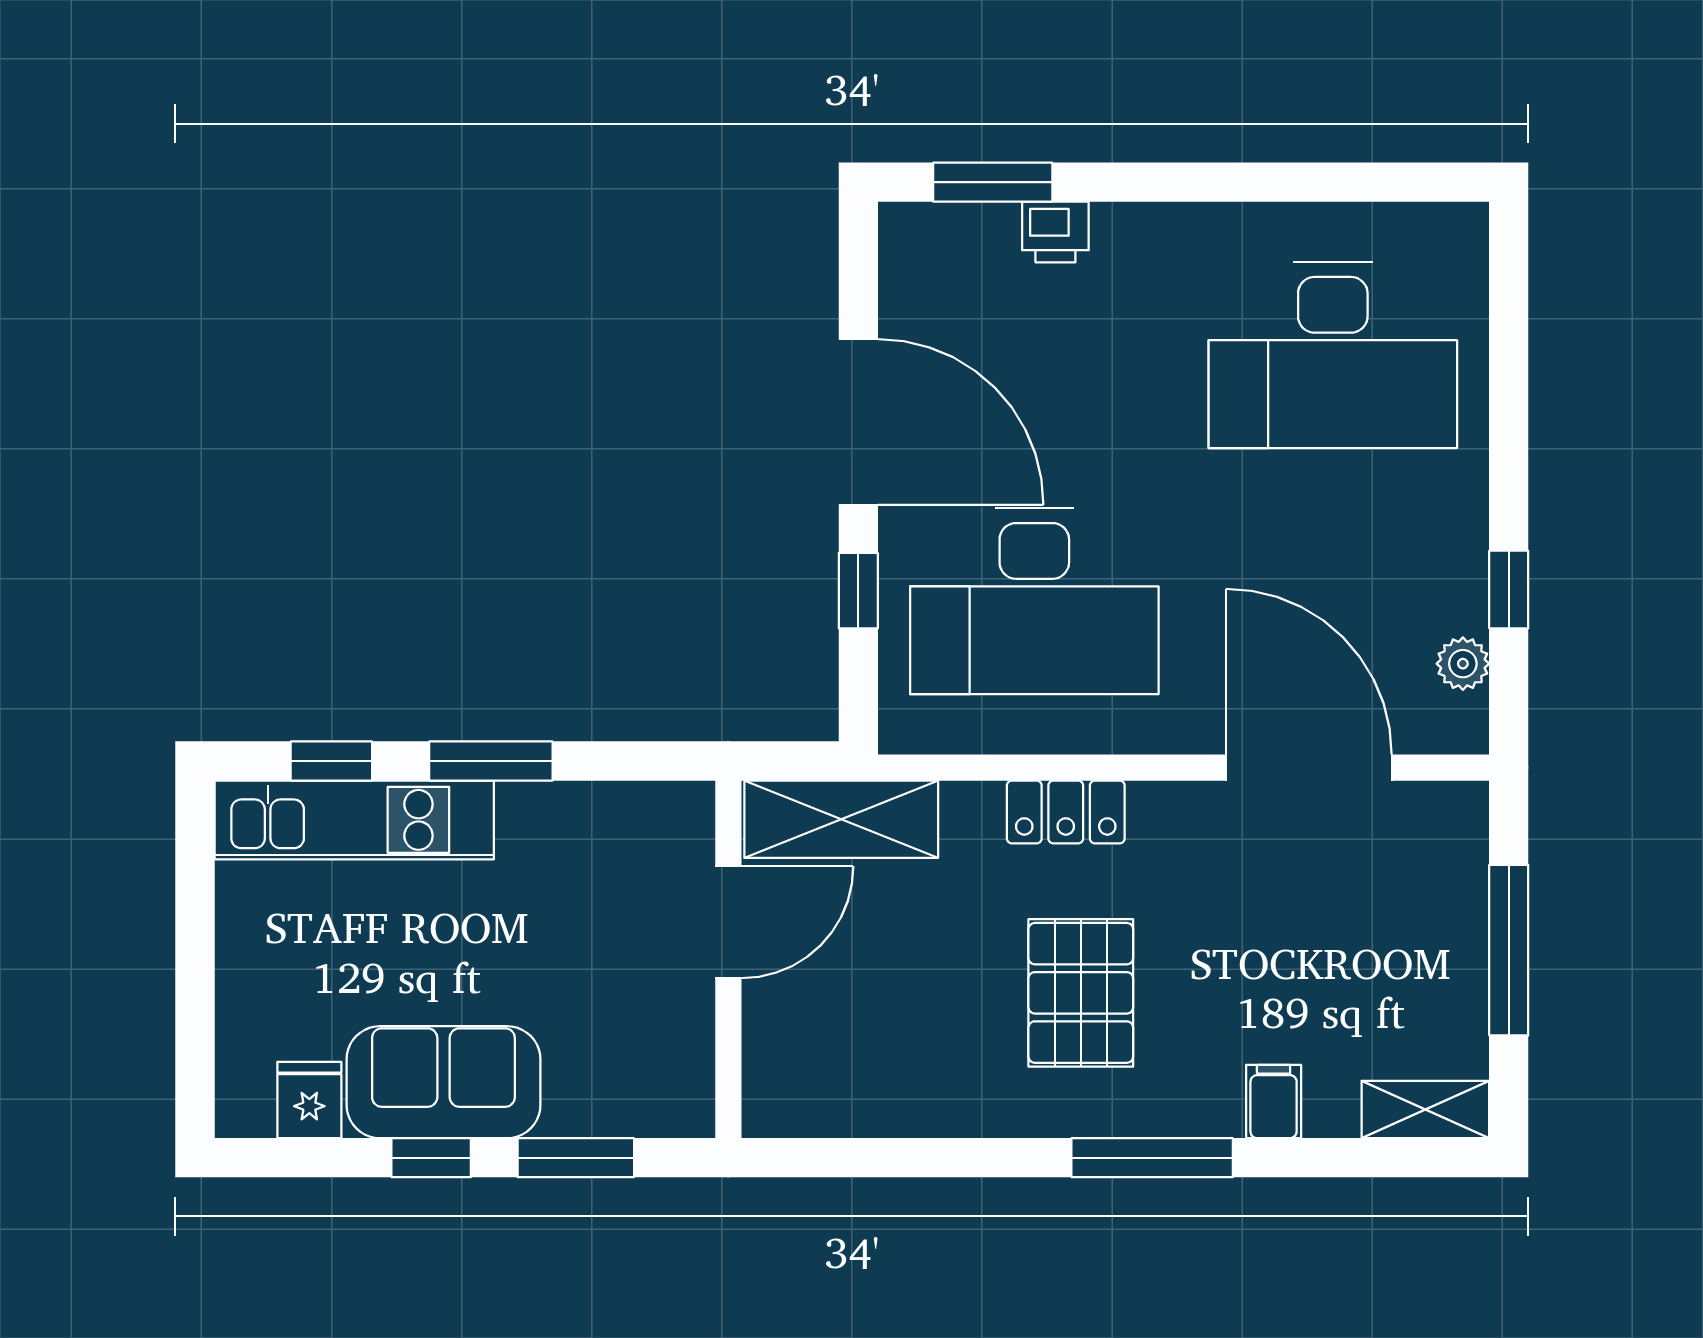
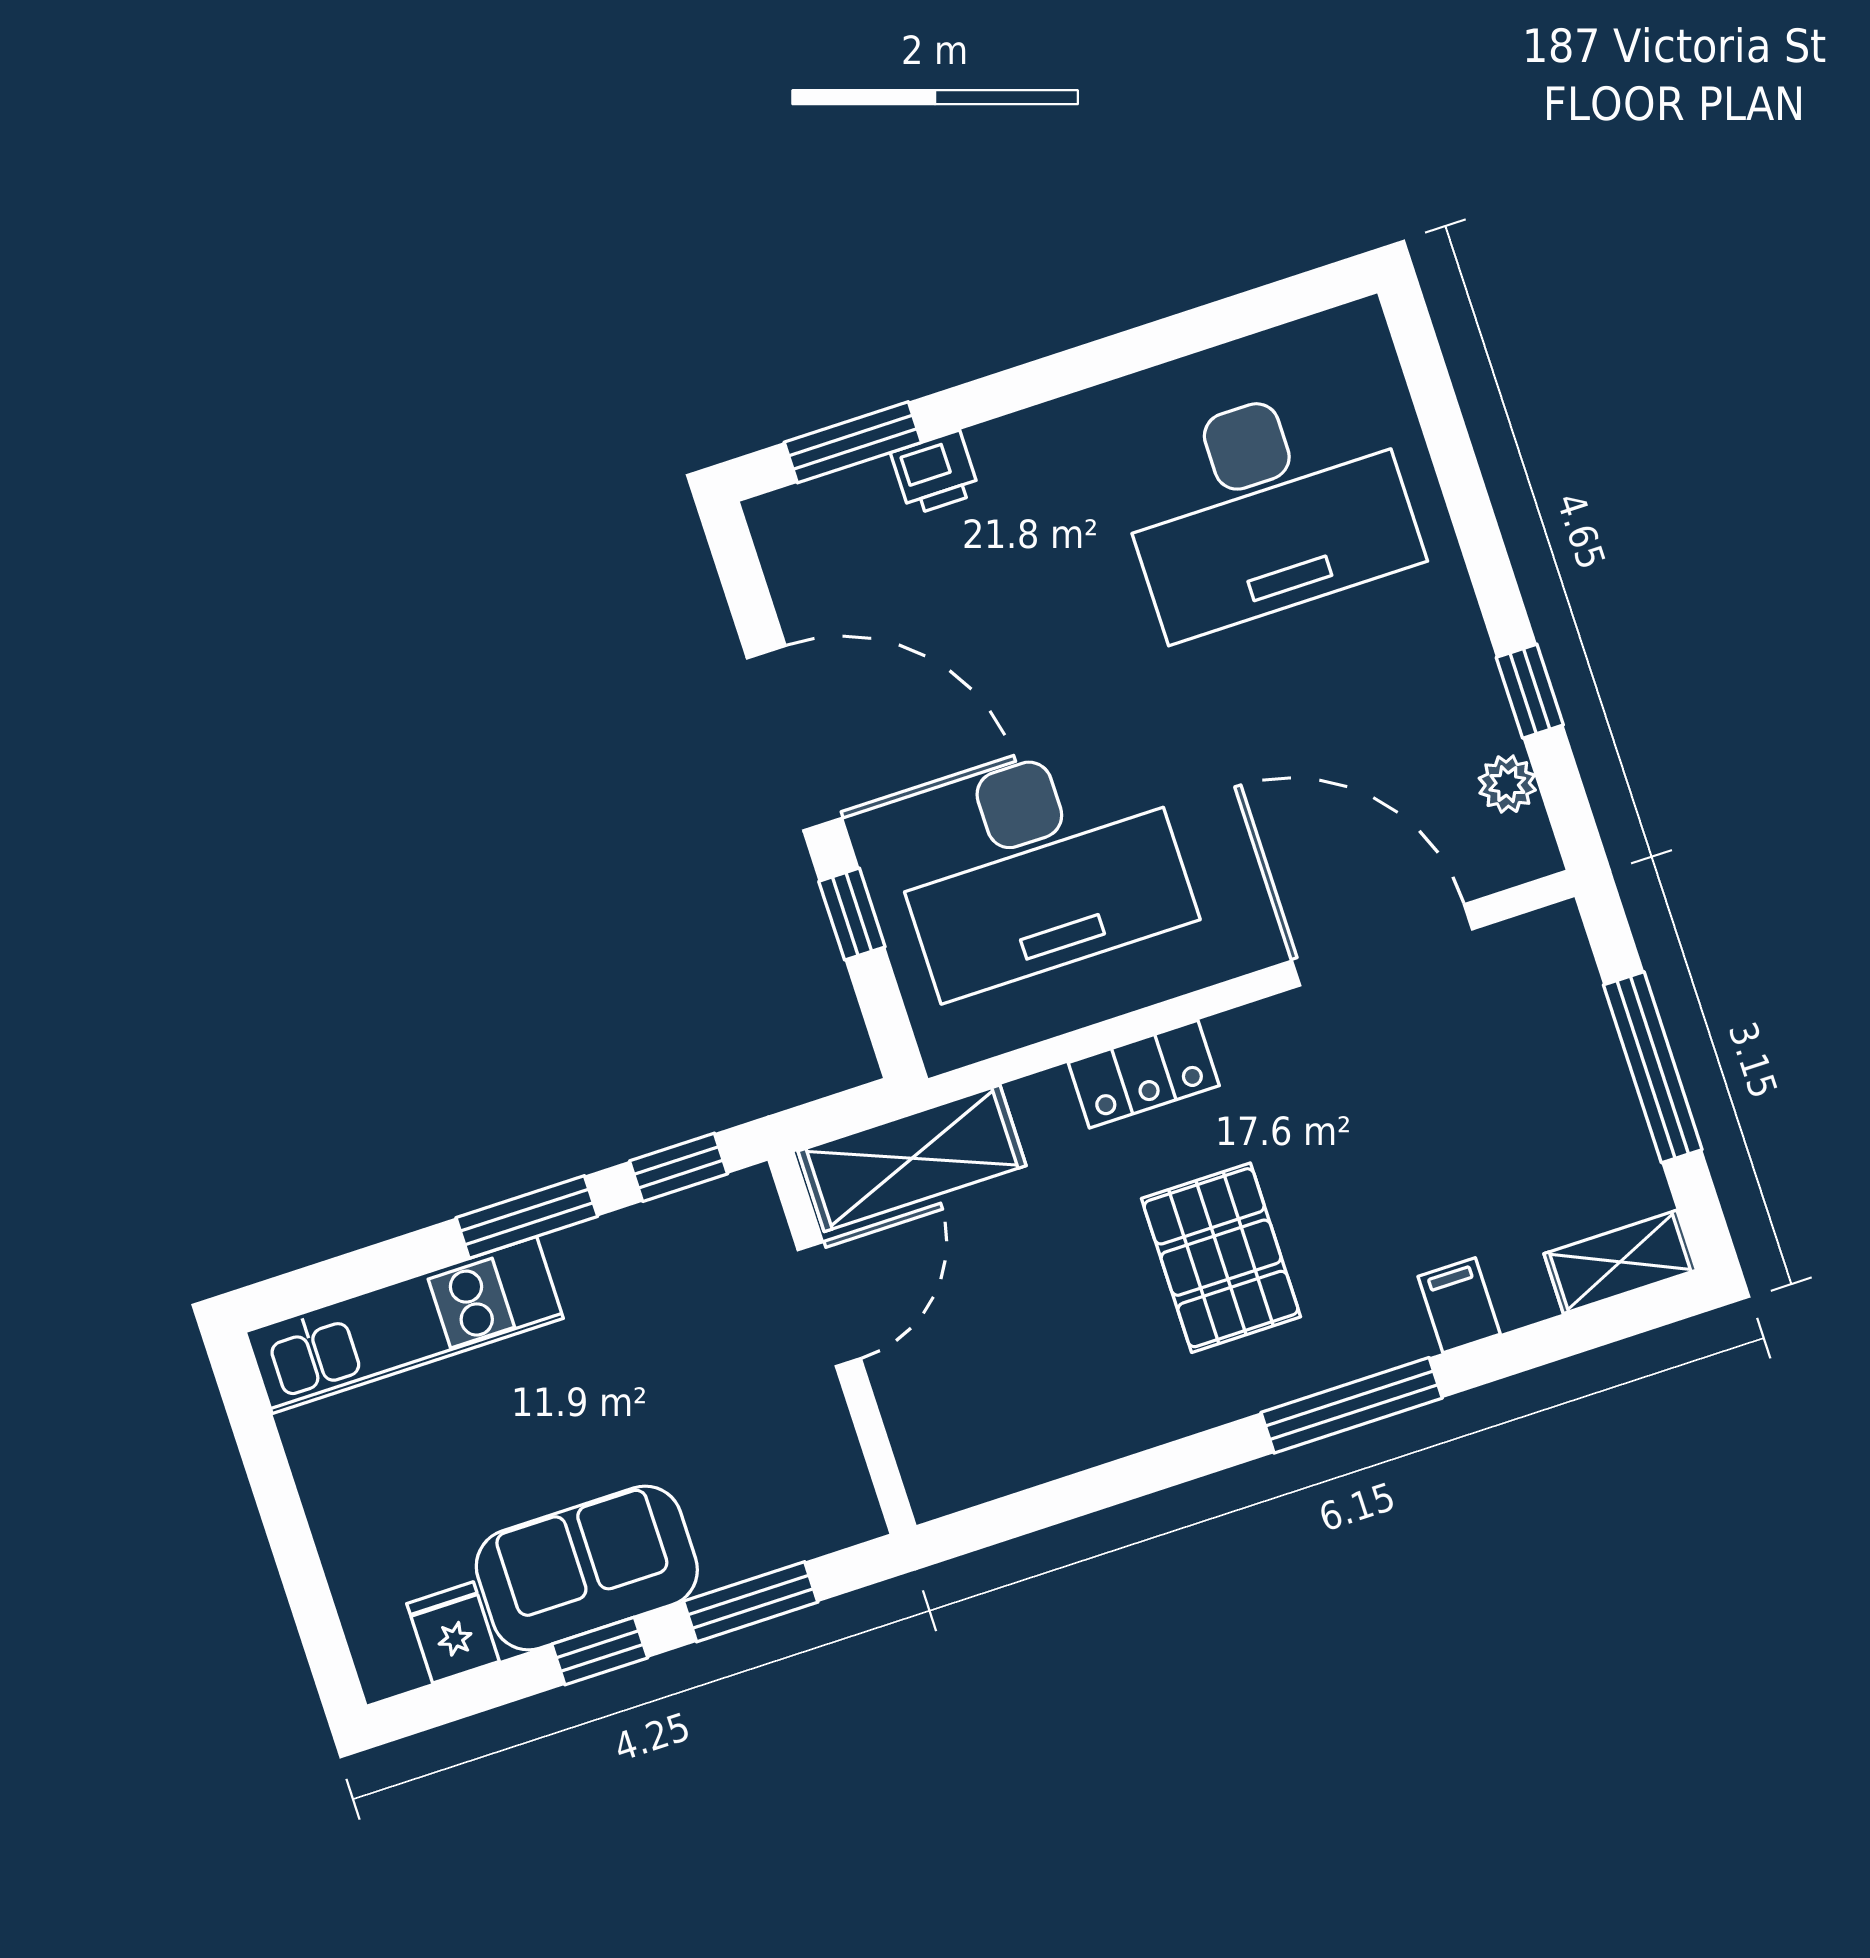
window: (331, 761) -> (679, 1167), moved

